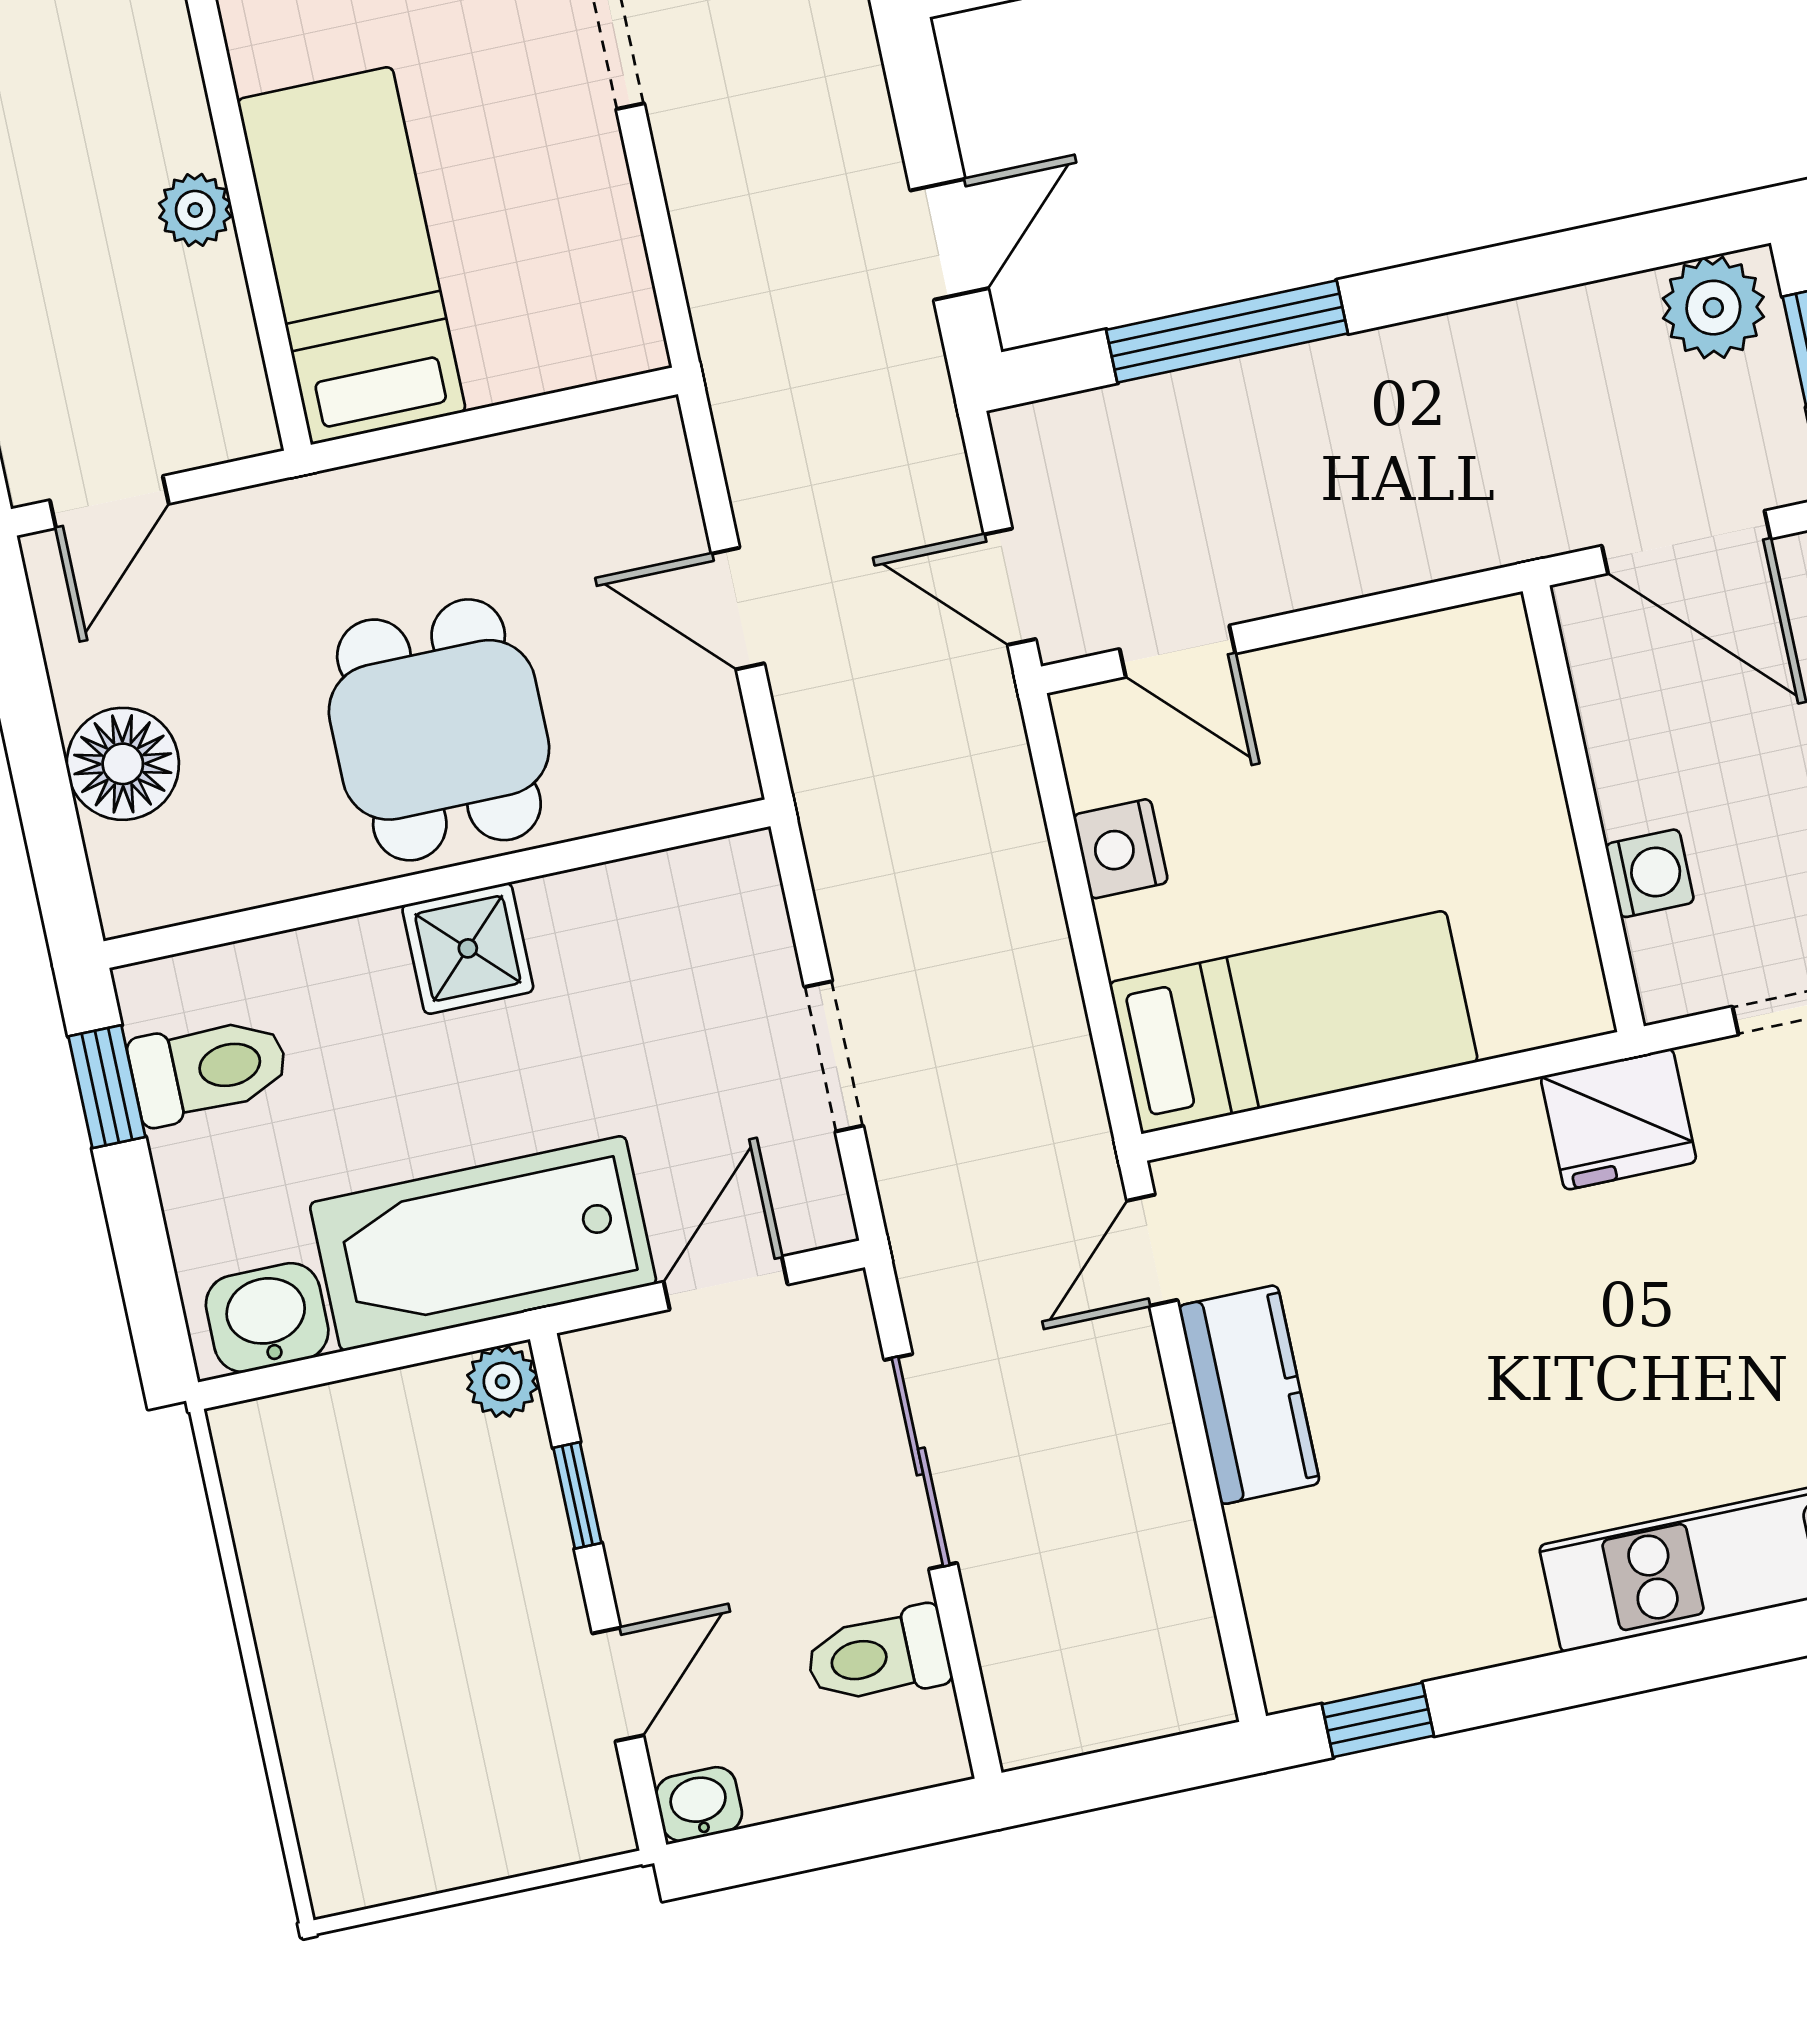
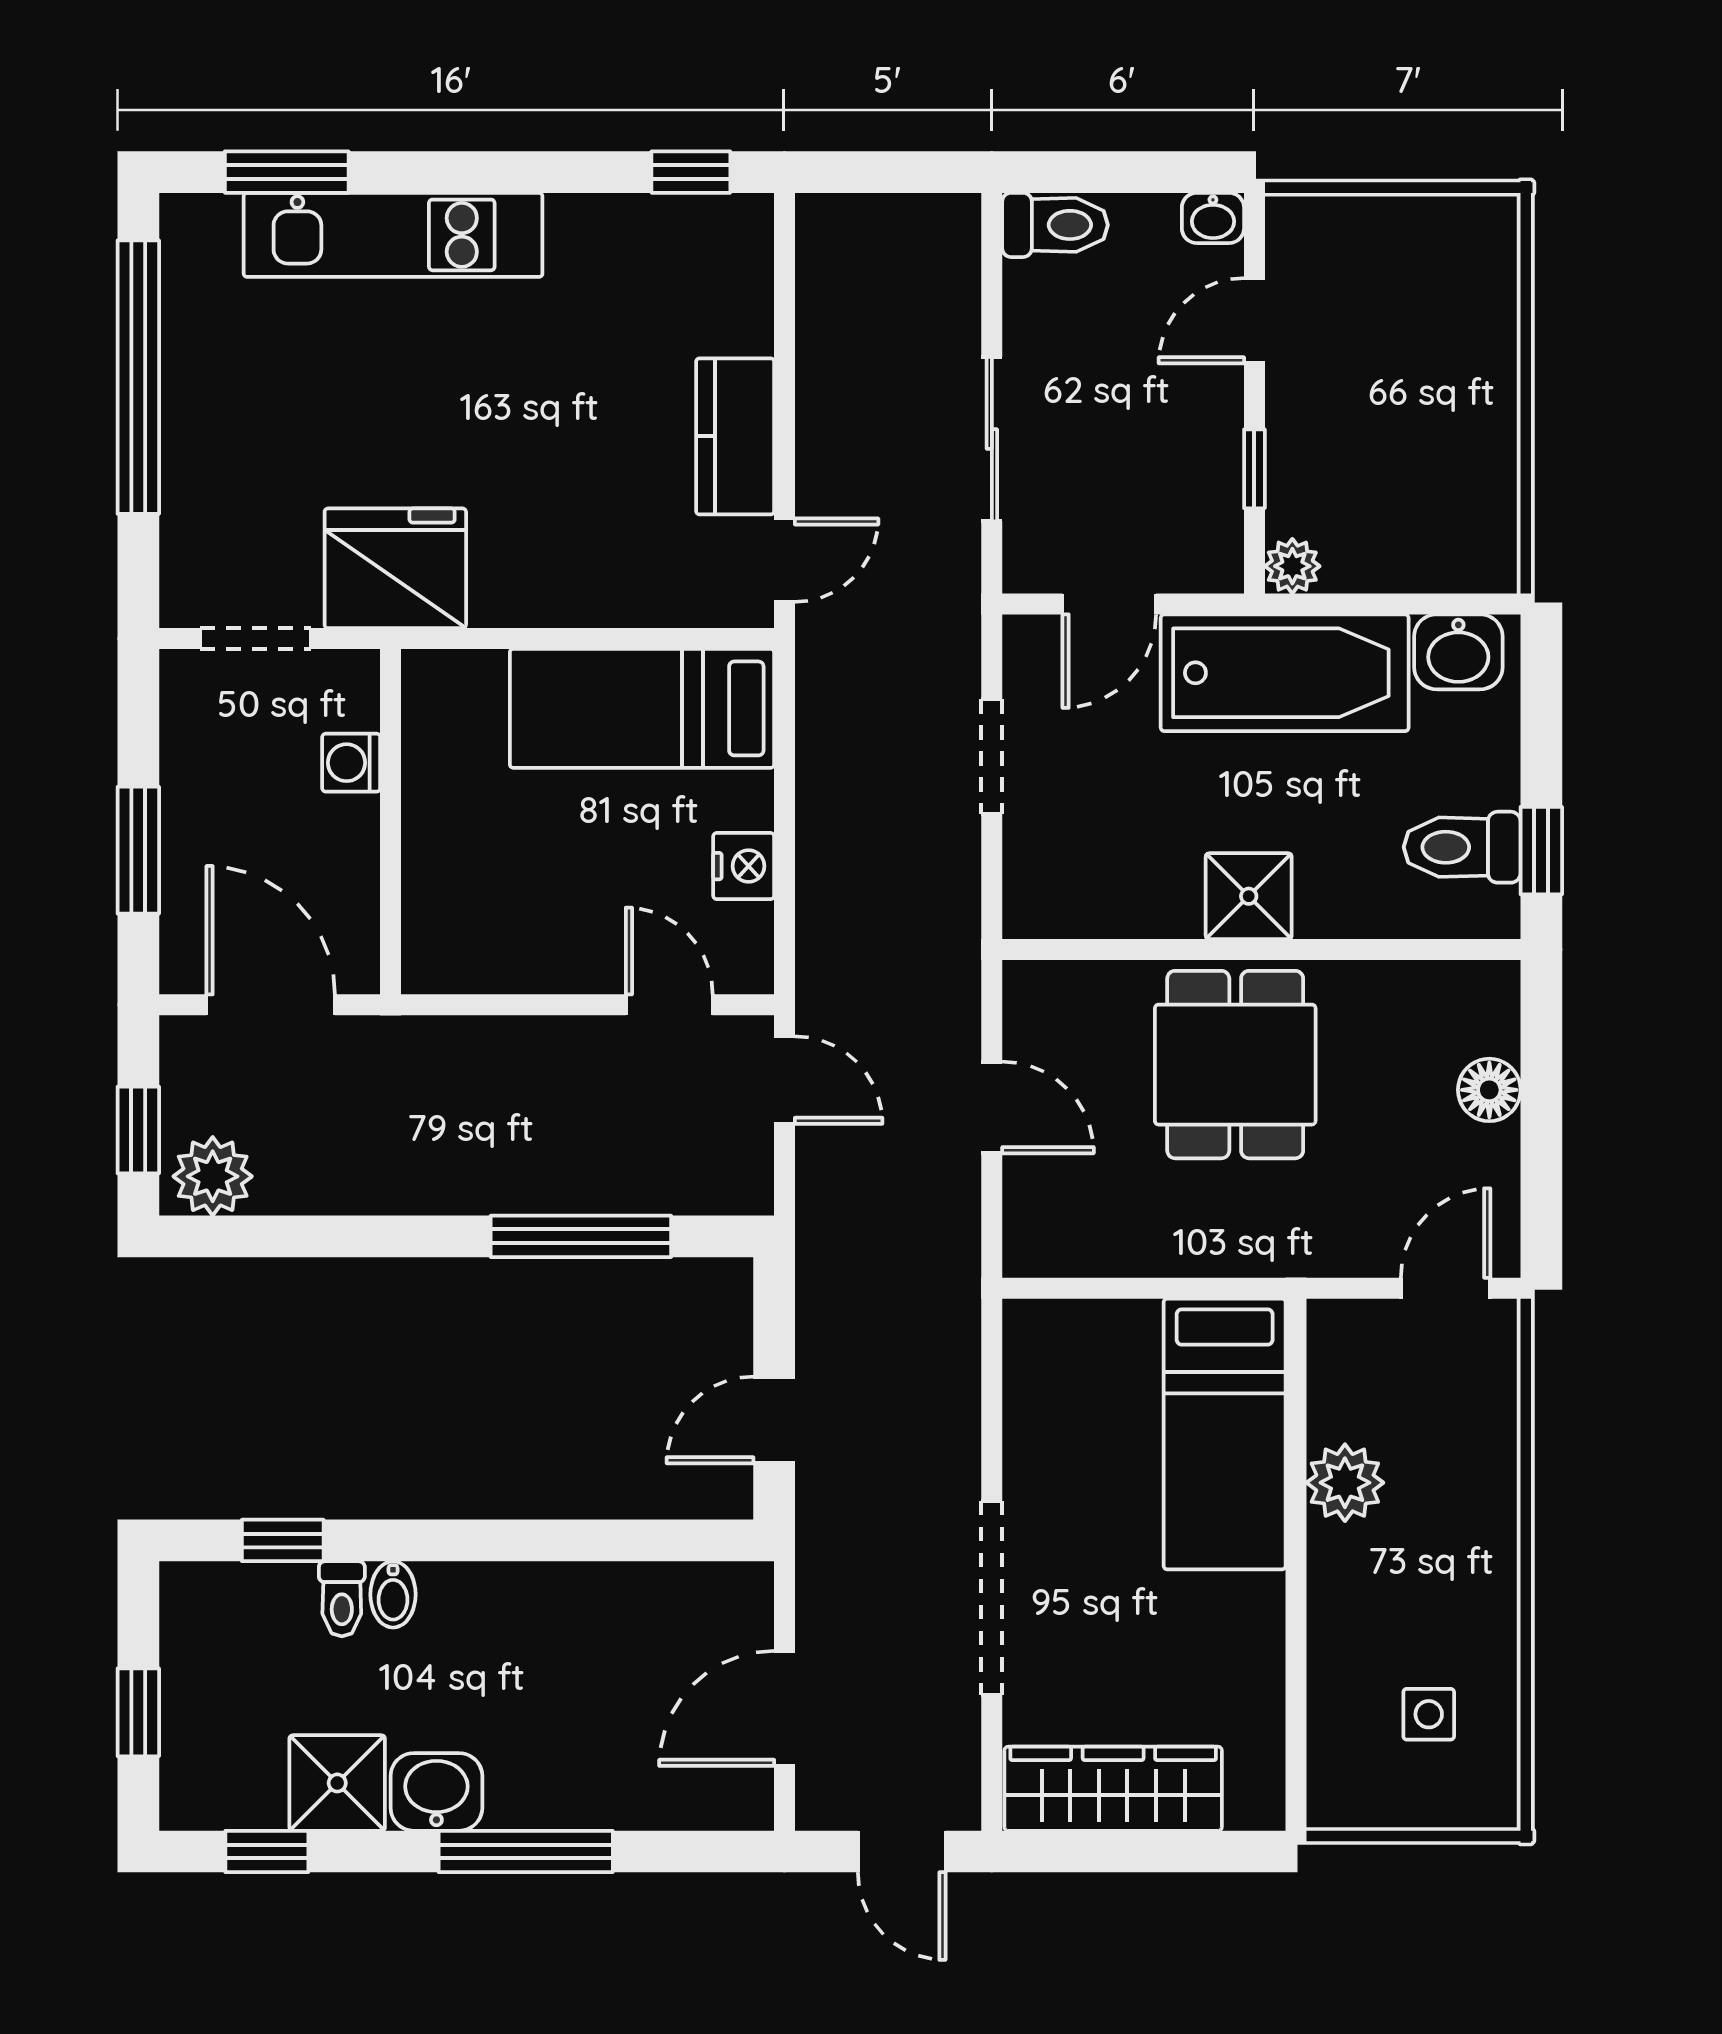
plant: (195, 210) -> (1345, 1483), width x1.38, depth x1.38
door: (949, 239) -> (774, 1420), moved
floor lamp: (123, 764) -> (1489, 1090), width x0.73, depth x0.73
fridge: (1619, 1119) -> (395, 568), width x1.36, depth x1.34
toilet: (878, 1656) -> (1055, 225), moved

